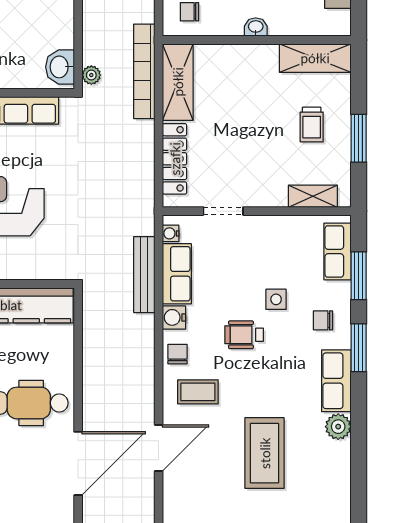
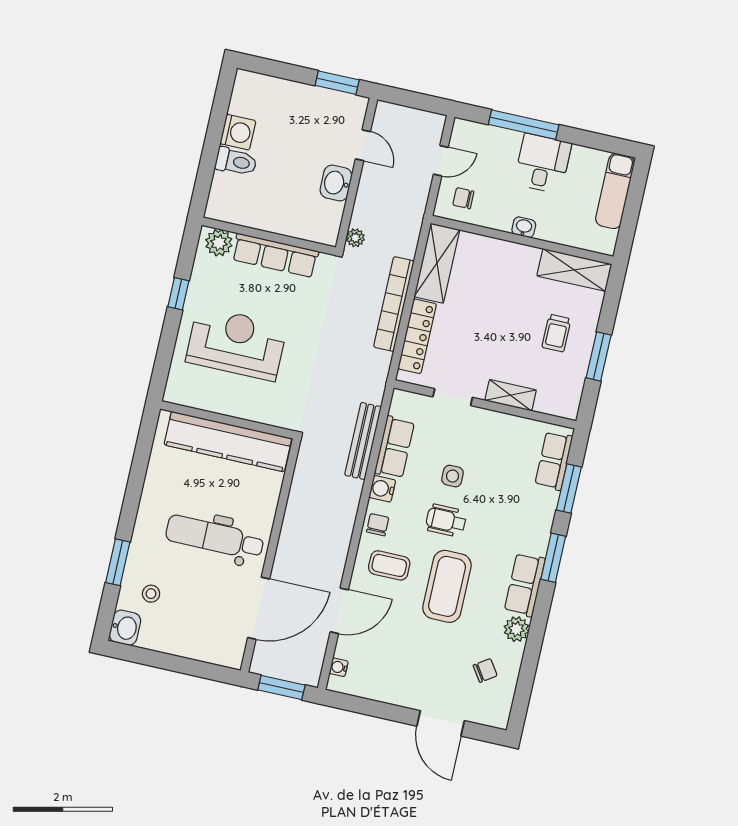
washbasin: (60, 67) -> (336, 183), moved
bookcase: (144, 71) -> (394, 304), moved
shelving: (313, 196) -> (511, 395), moved
water cooler: (171, 233) -> (339, 667), moved
side table: (276, 299) -> (453, 476), moved
chair: (323, 320) -> (485, 670), moved, turned 146
coffee table: (265, 453) -> (447, 586), moved

